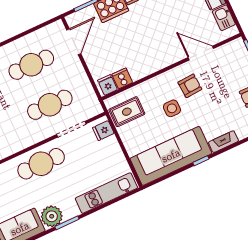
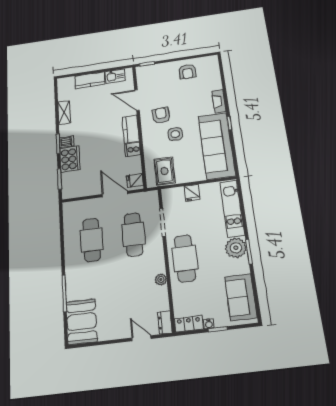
door: (74, 42) -> (115, 194), moved
door: (201, 53) -> (137, 100), hinge flipped
kitchen counter: (164, 59) -> (131, 129), added
cooker: (122, 78) -> (132, 150), moved
fridge: (103, 131) -> (192, 193), moved
plant: (13, 148) -> (161, 279), added
plant: (52, 216) -> (236, 248), moved

